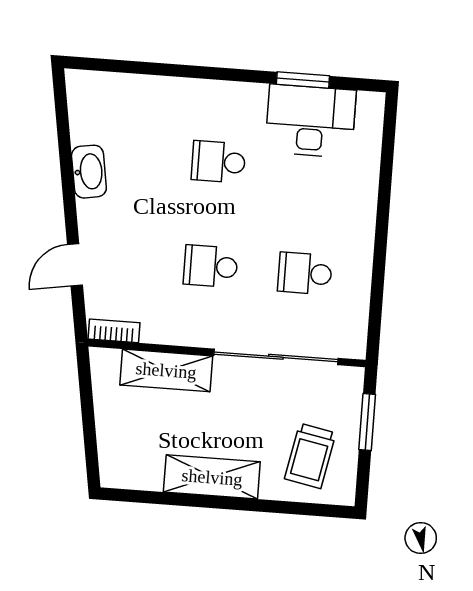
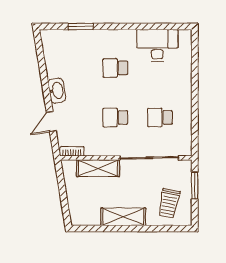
window: (303, 80) -> (81, 26), moved
washbasin: (89, 172) -> (57, 91), moved

